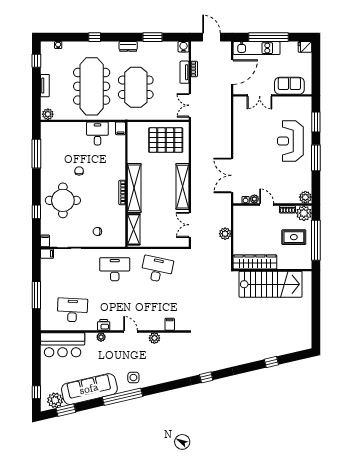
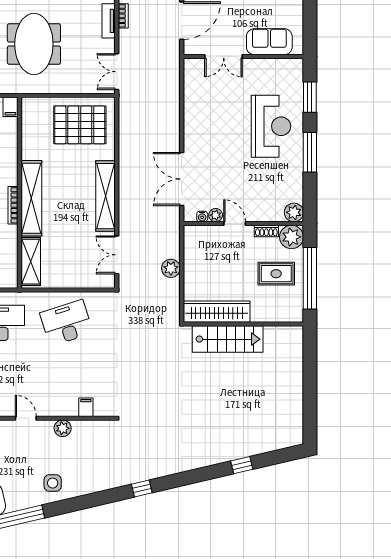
reception desk: (290, 141) -> (271, 126), turned 180
desk: (157, 269) -> (66, 323), turned -30
stairs: (271, 284) -> (228, 339), width x0.73, depth x0.66
side table: (133, 378) -> (53, 483), moved

